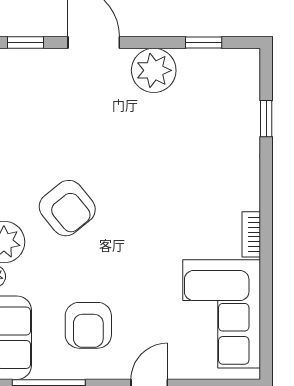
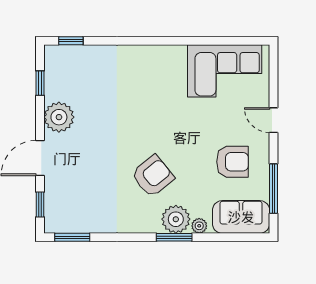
window: (266, 119) -> (71, 41), moved
bookcase: (251, 234) -> (171, 51), removed

